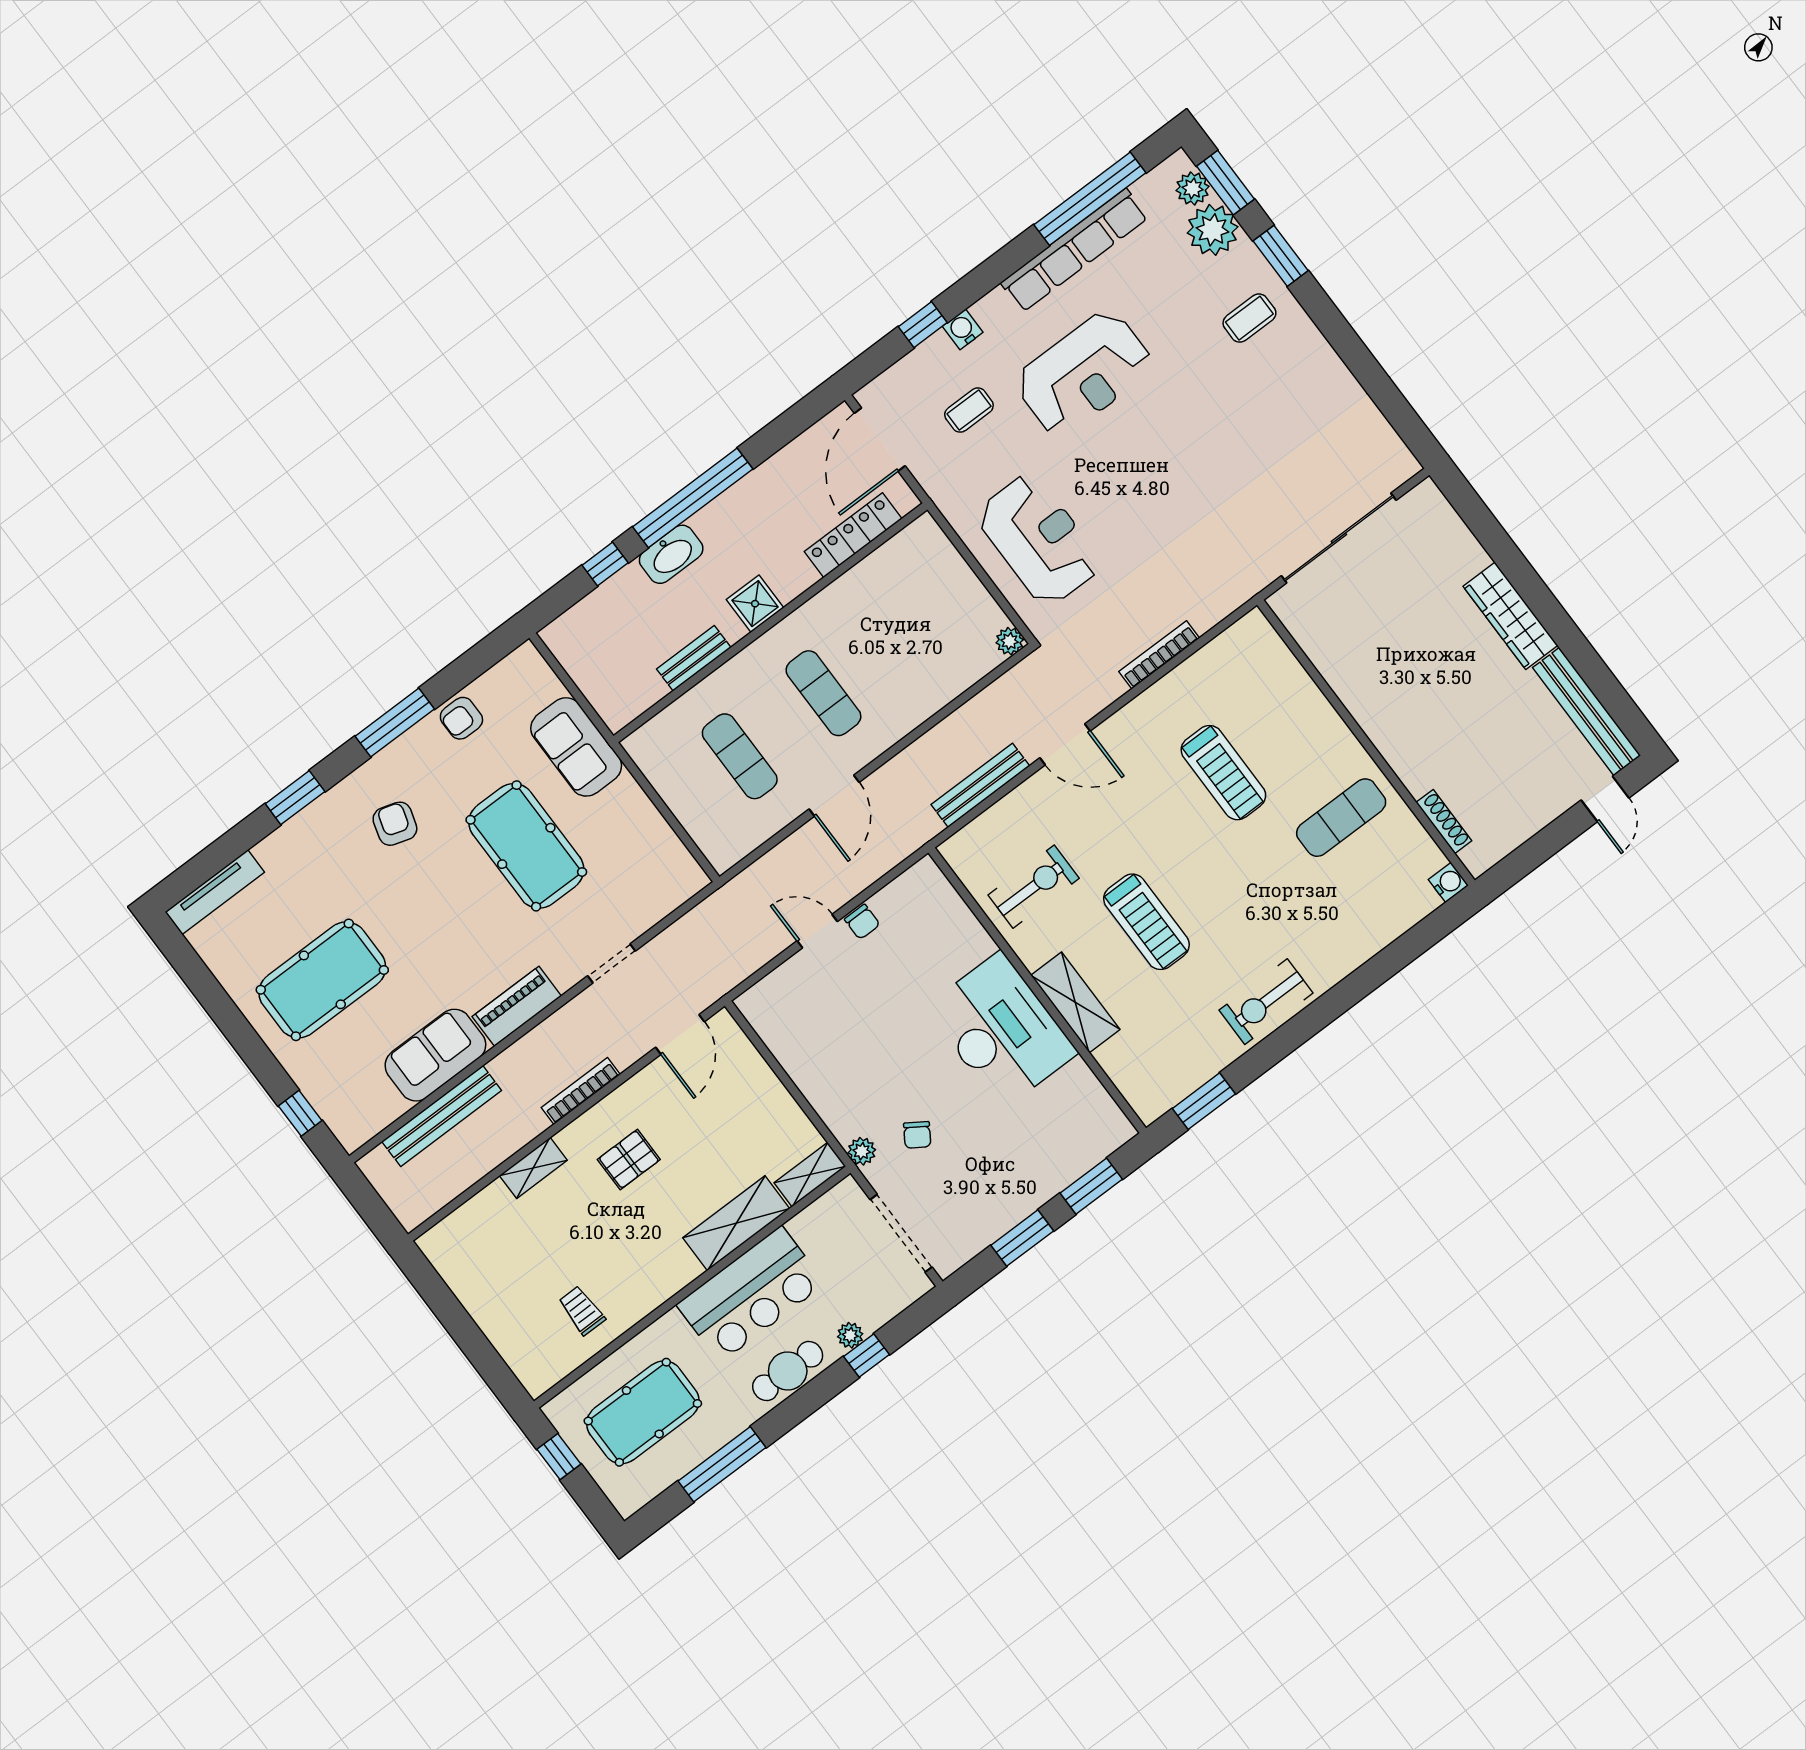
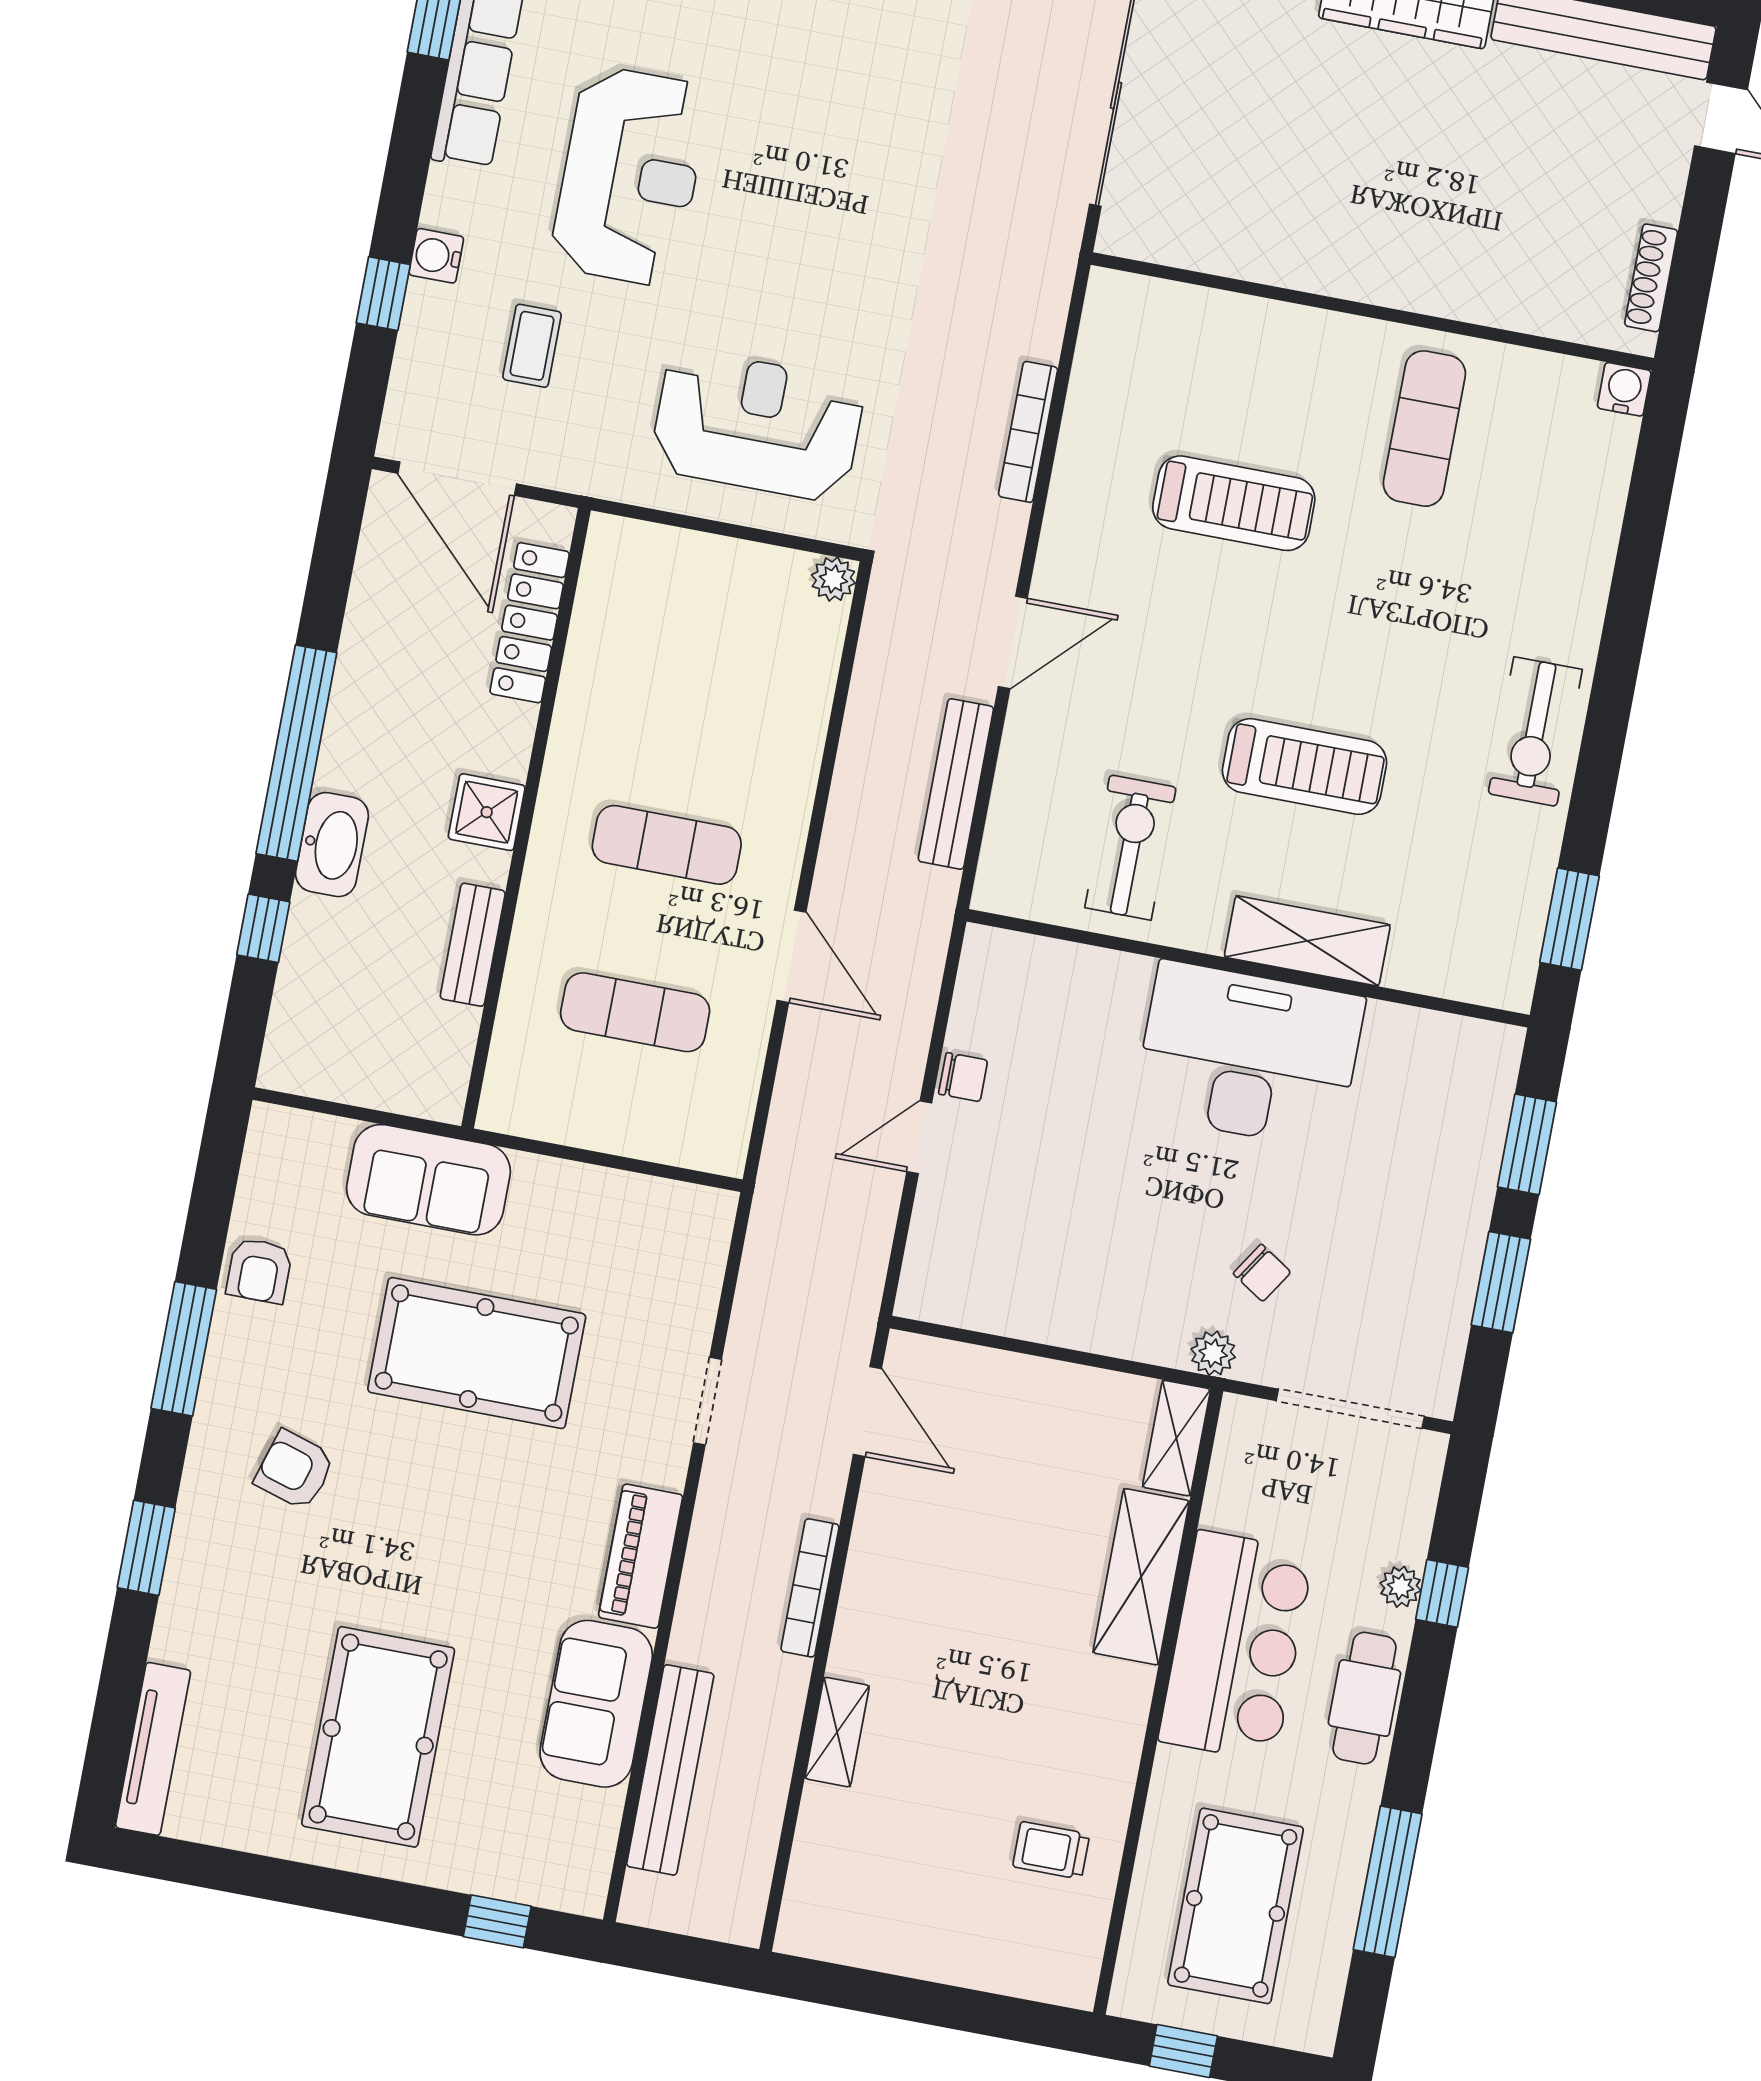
shoe rack: (1444, 821) -> (1651, 278), moved, turned -90
pallet: (629, 1159) -> (942, 1618), removed

